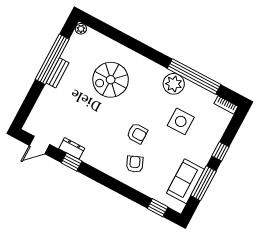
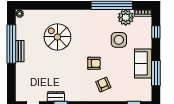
spiral stairs: (111, 80) -> (57, 37), turned 90
plant: (174, 84) -> (126, 17), moved
window: (220, 151) -> (156, 32), moved
sofa: (185, 181) -> (143, 63), moved

